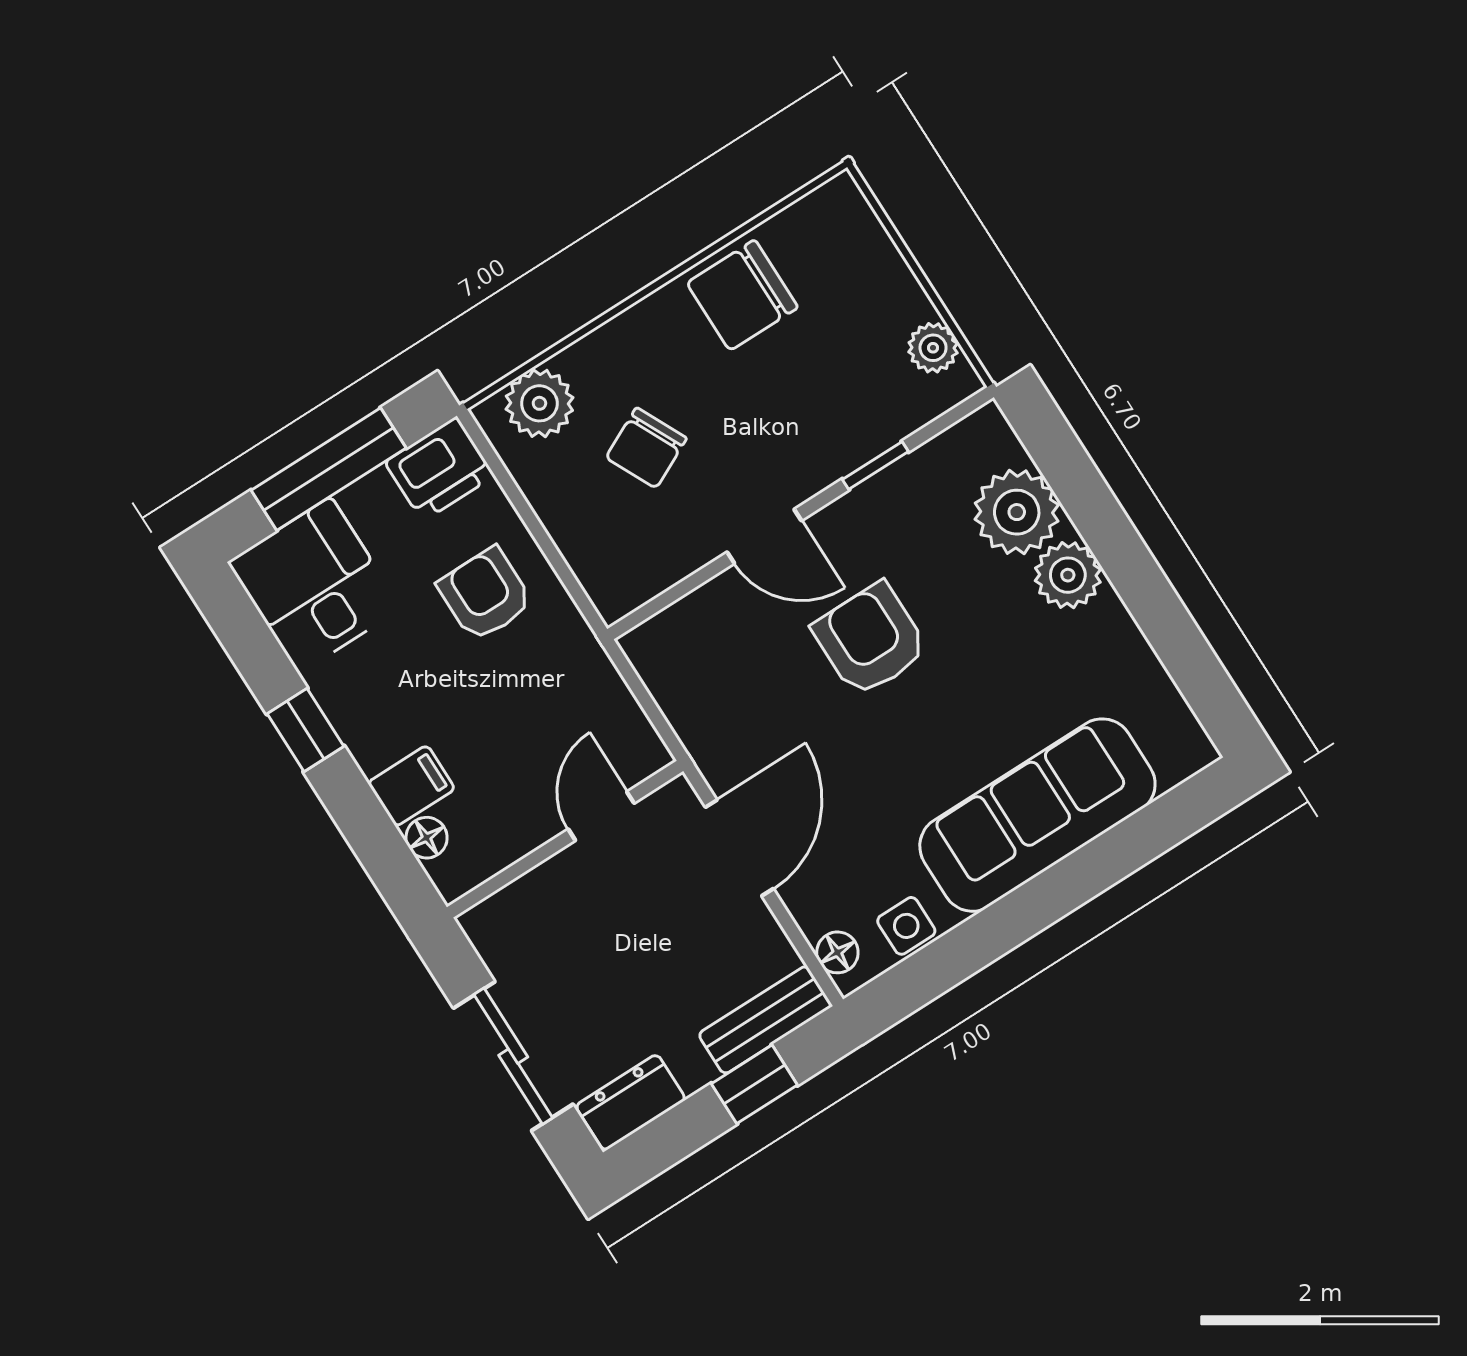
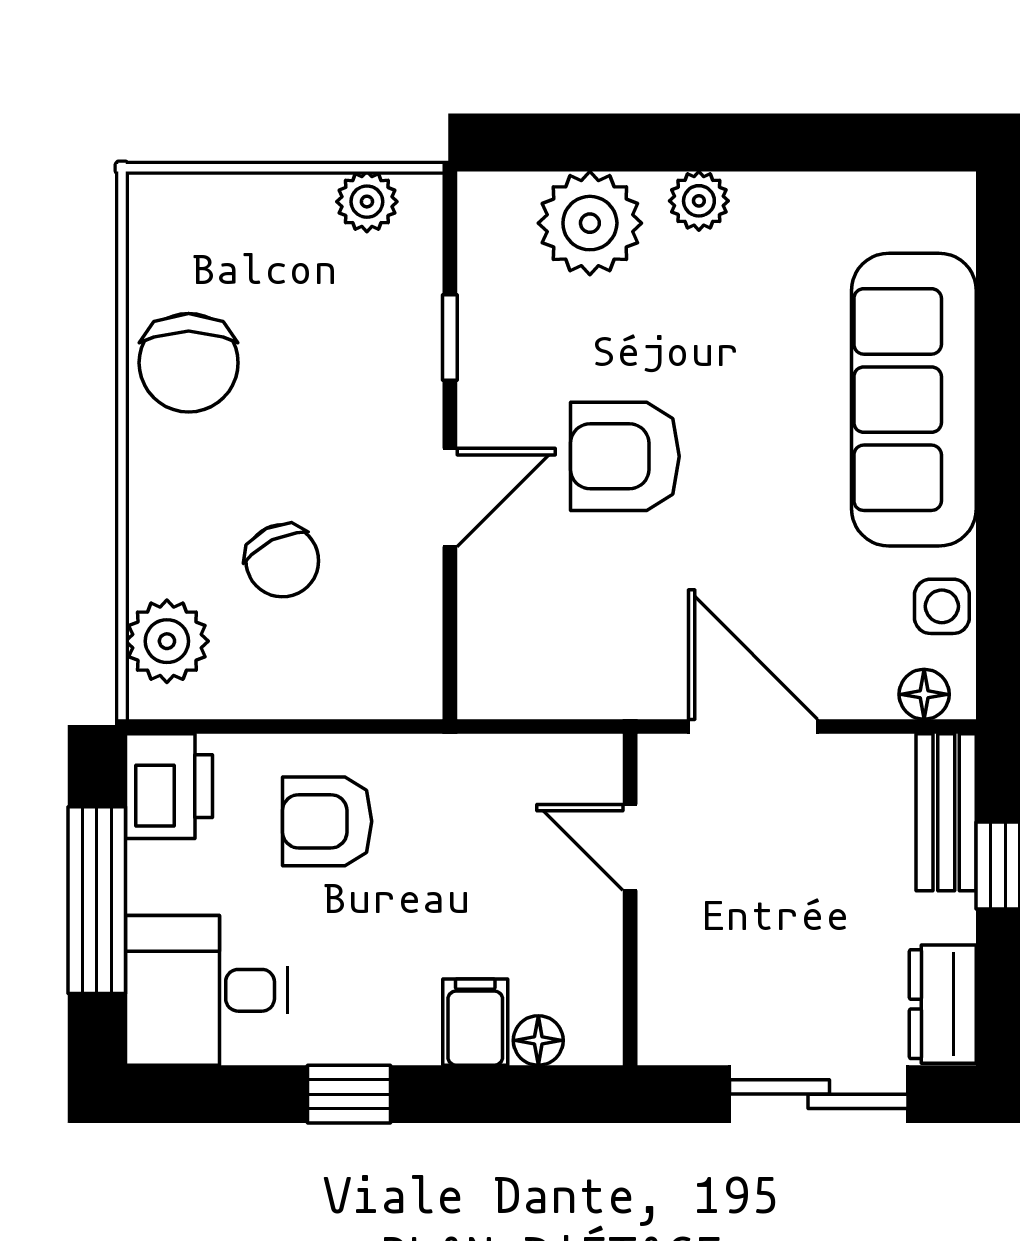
plant: (1068, 575) -> (699, 201), width x0.73, depth x0.73

